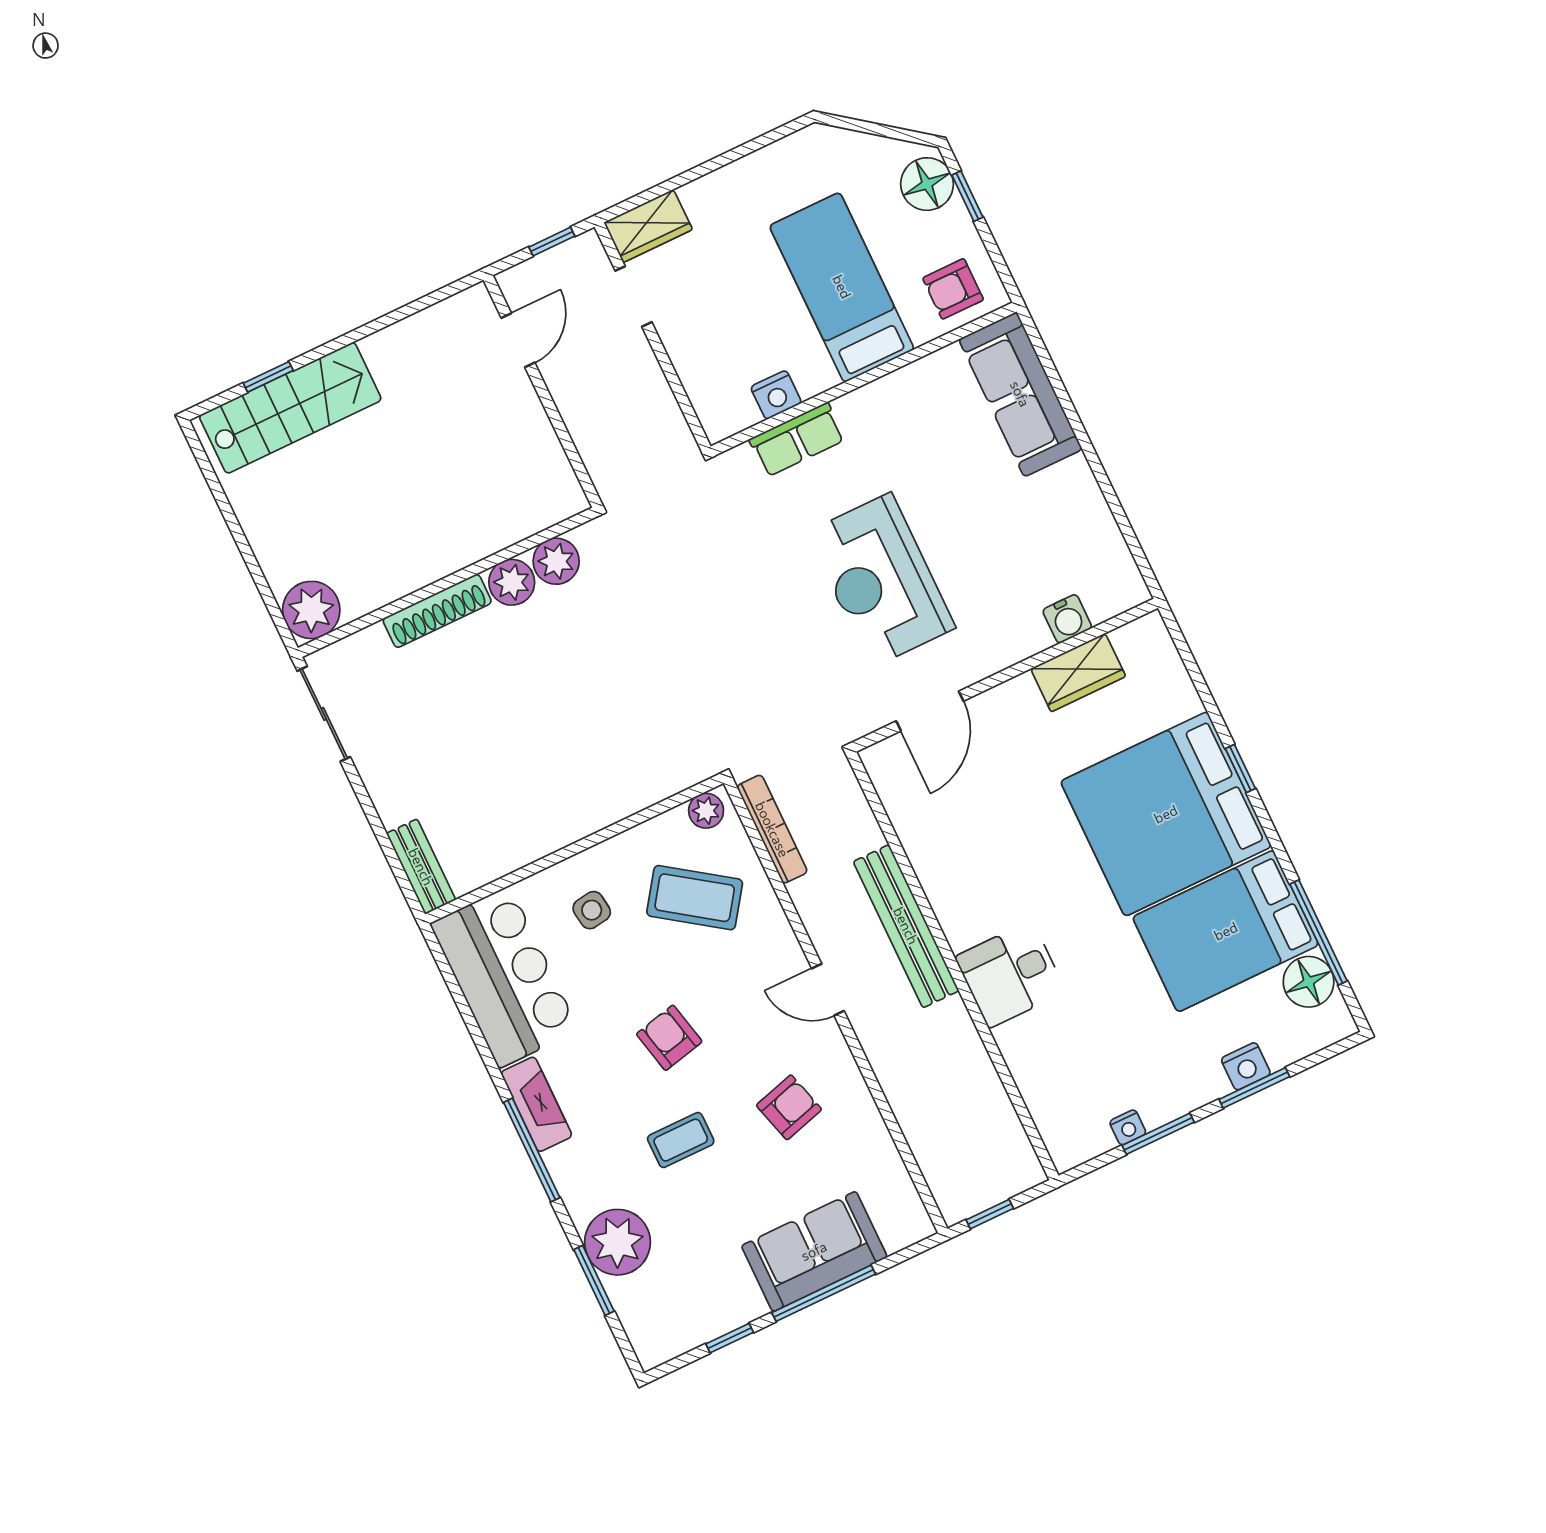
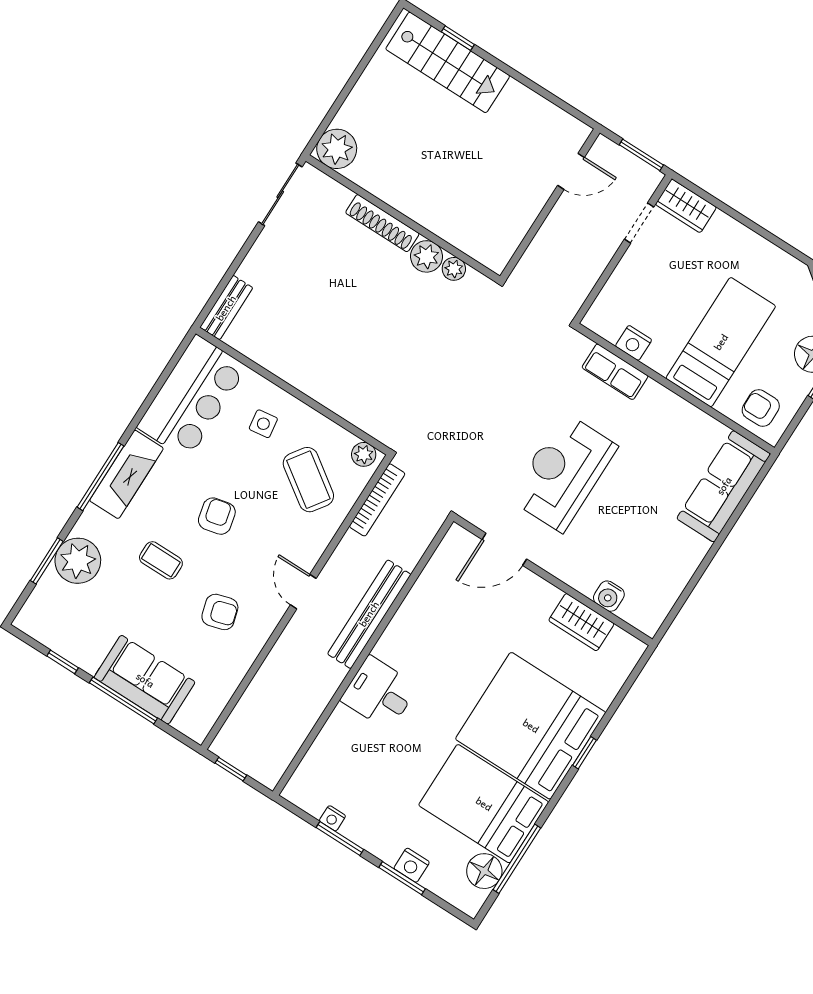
window: (552, 242) -> (641, 155), width x1.50
plant: (556, 561) -> (454, 269), width x0.73, depth x0.73
fireplace: (536, 1104) -> (126, 474), width x1.37, depth x1.32

